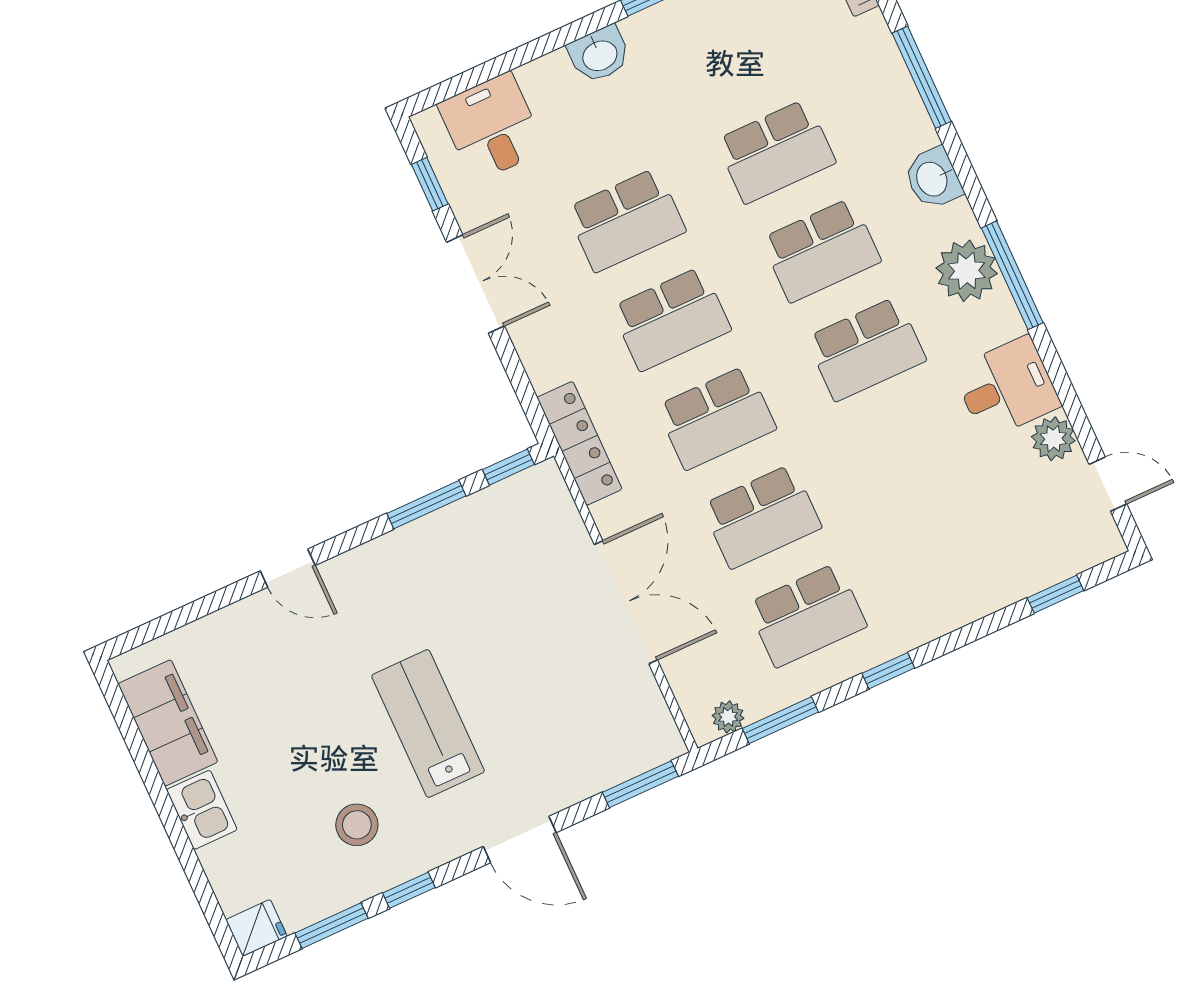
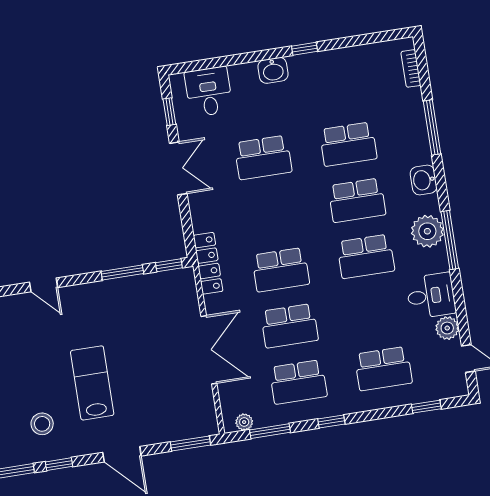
school desk: (671, 319) -> (383, 369), moved

